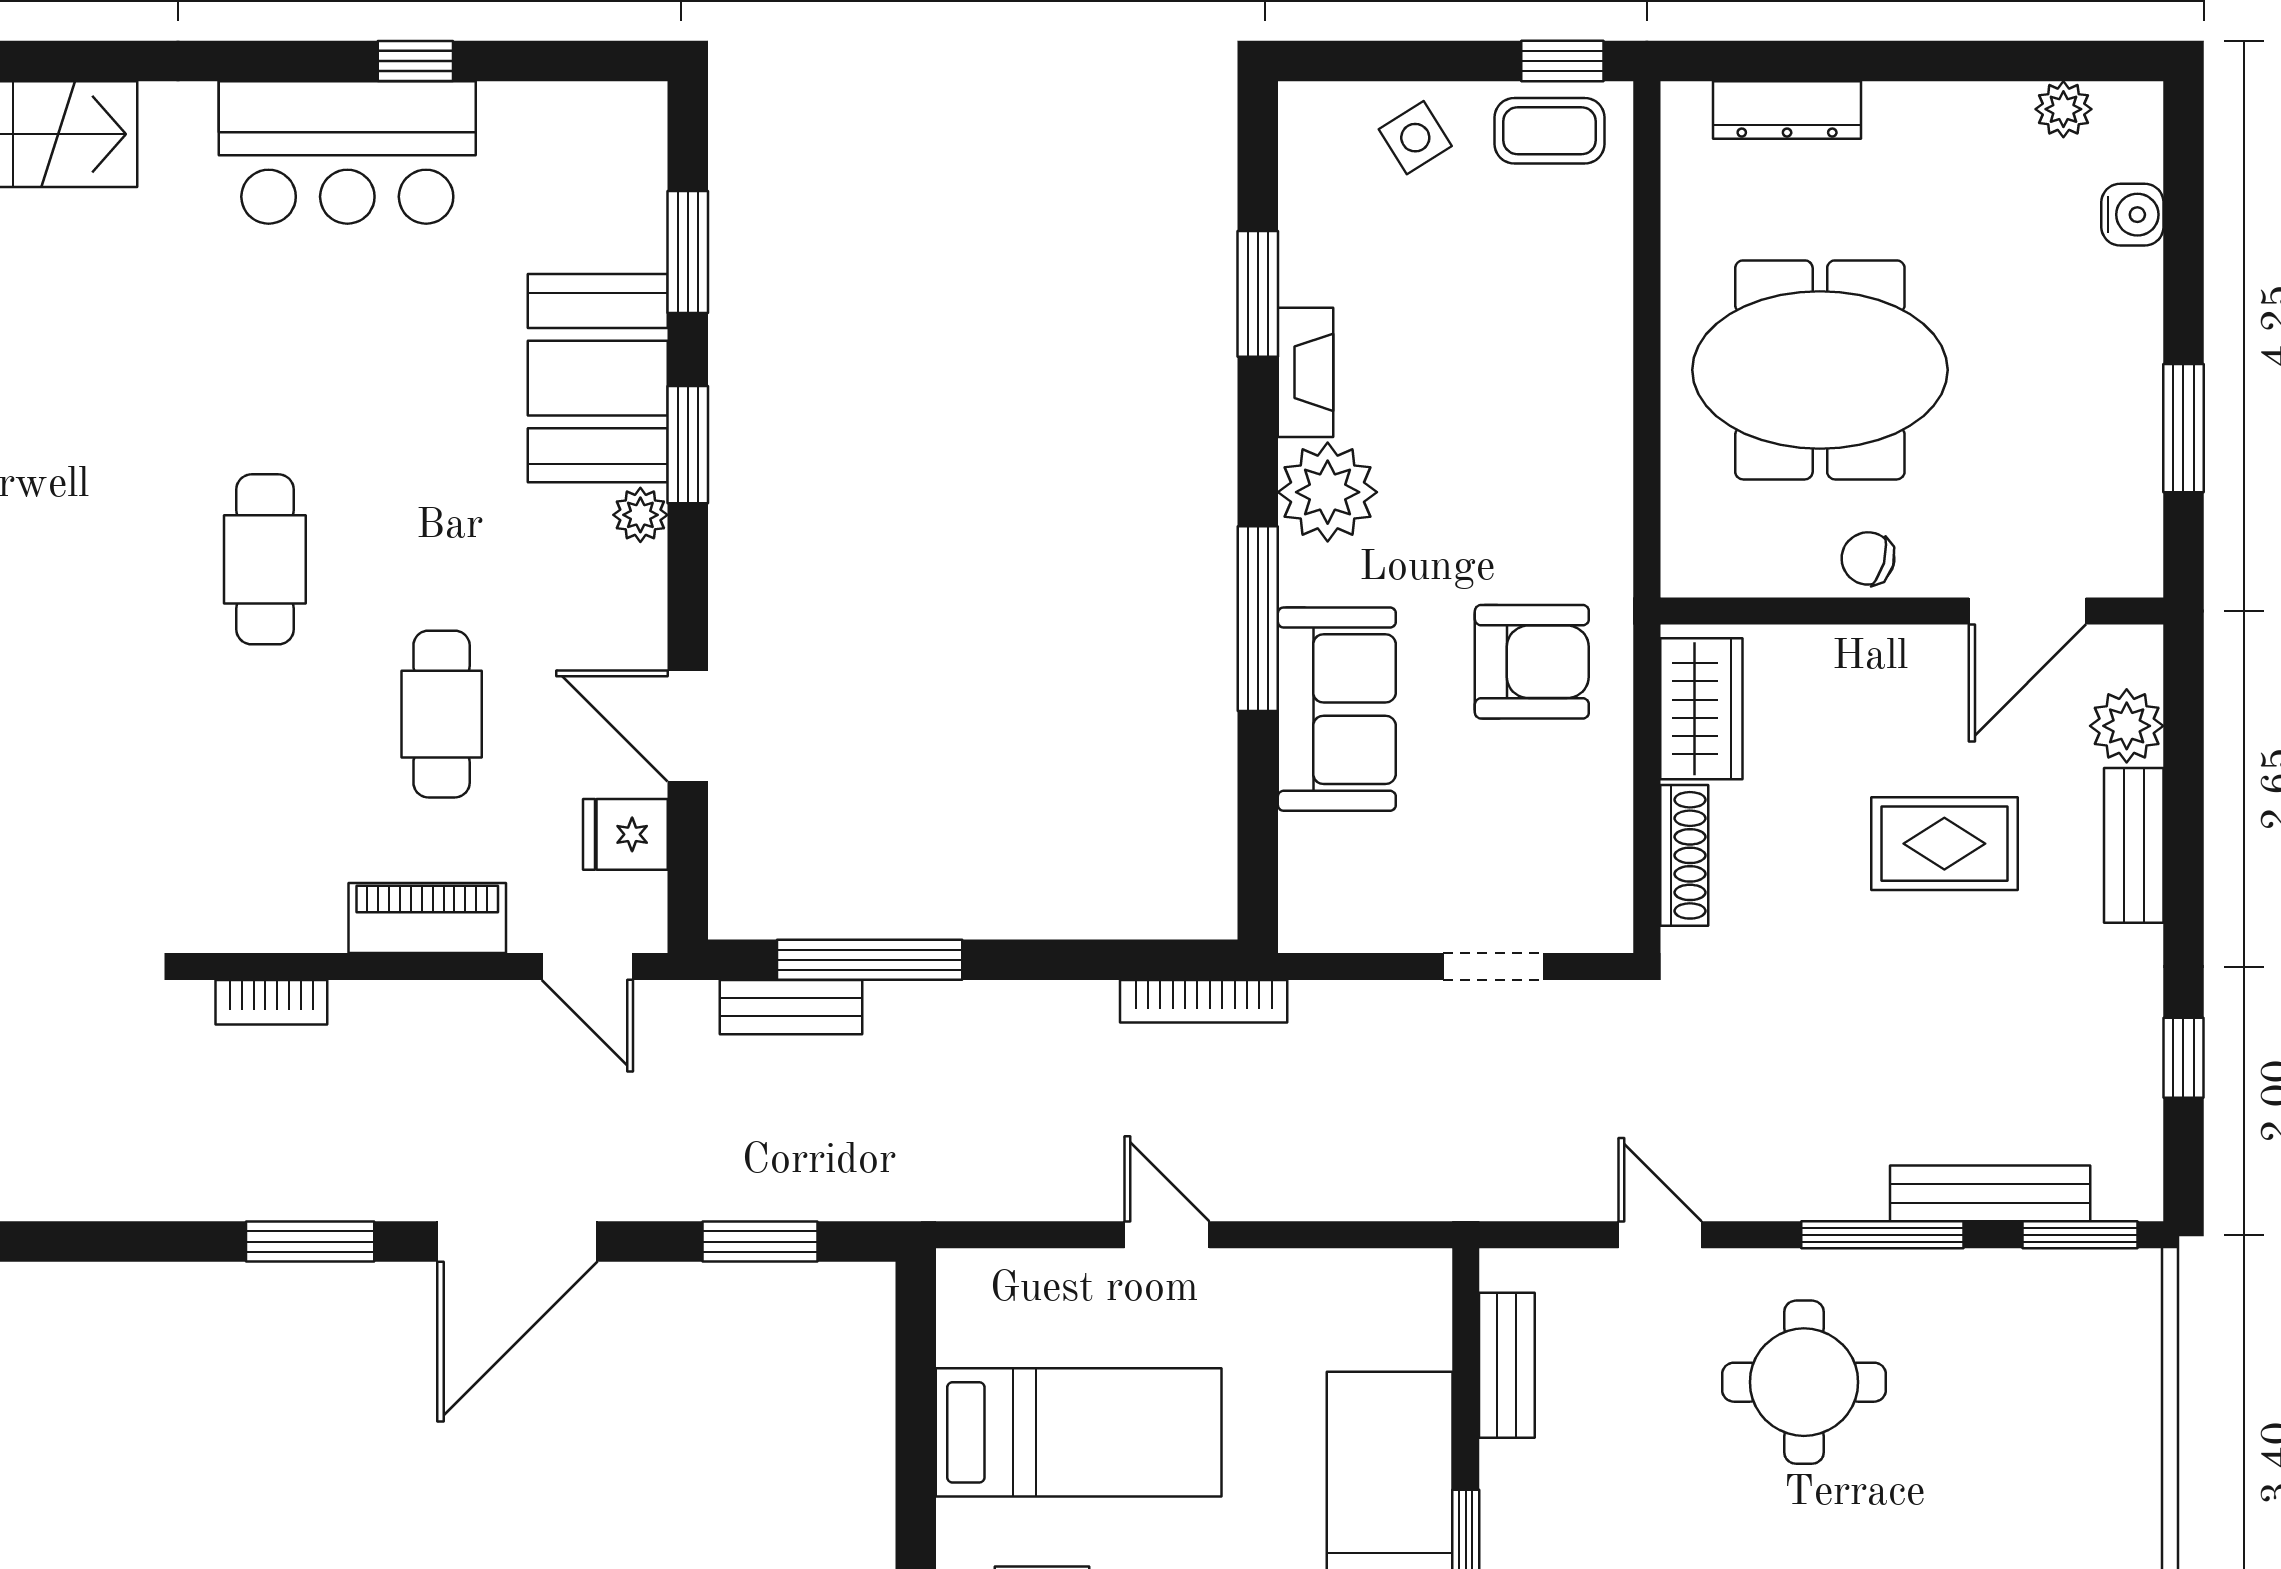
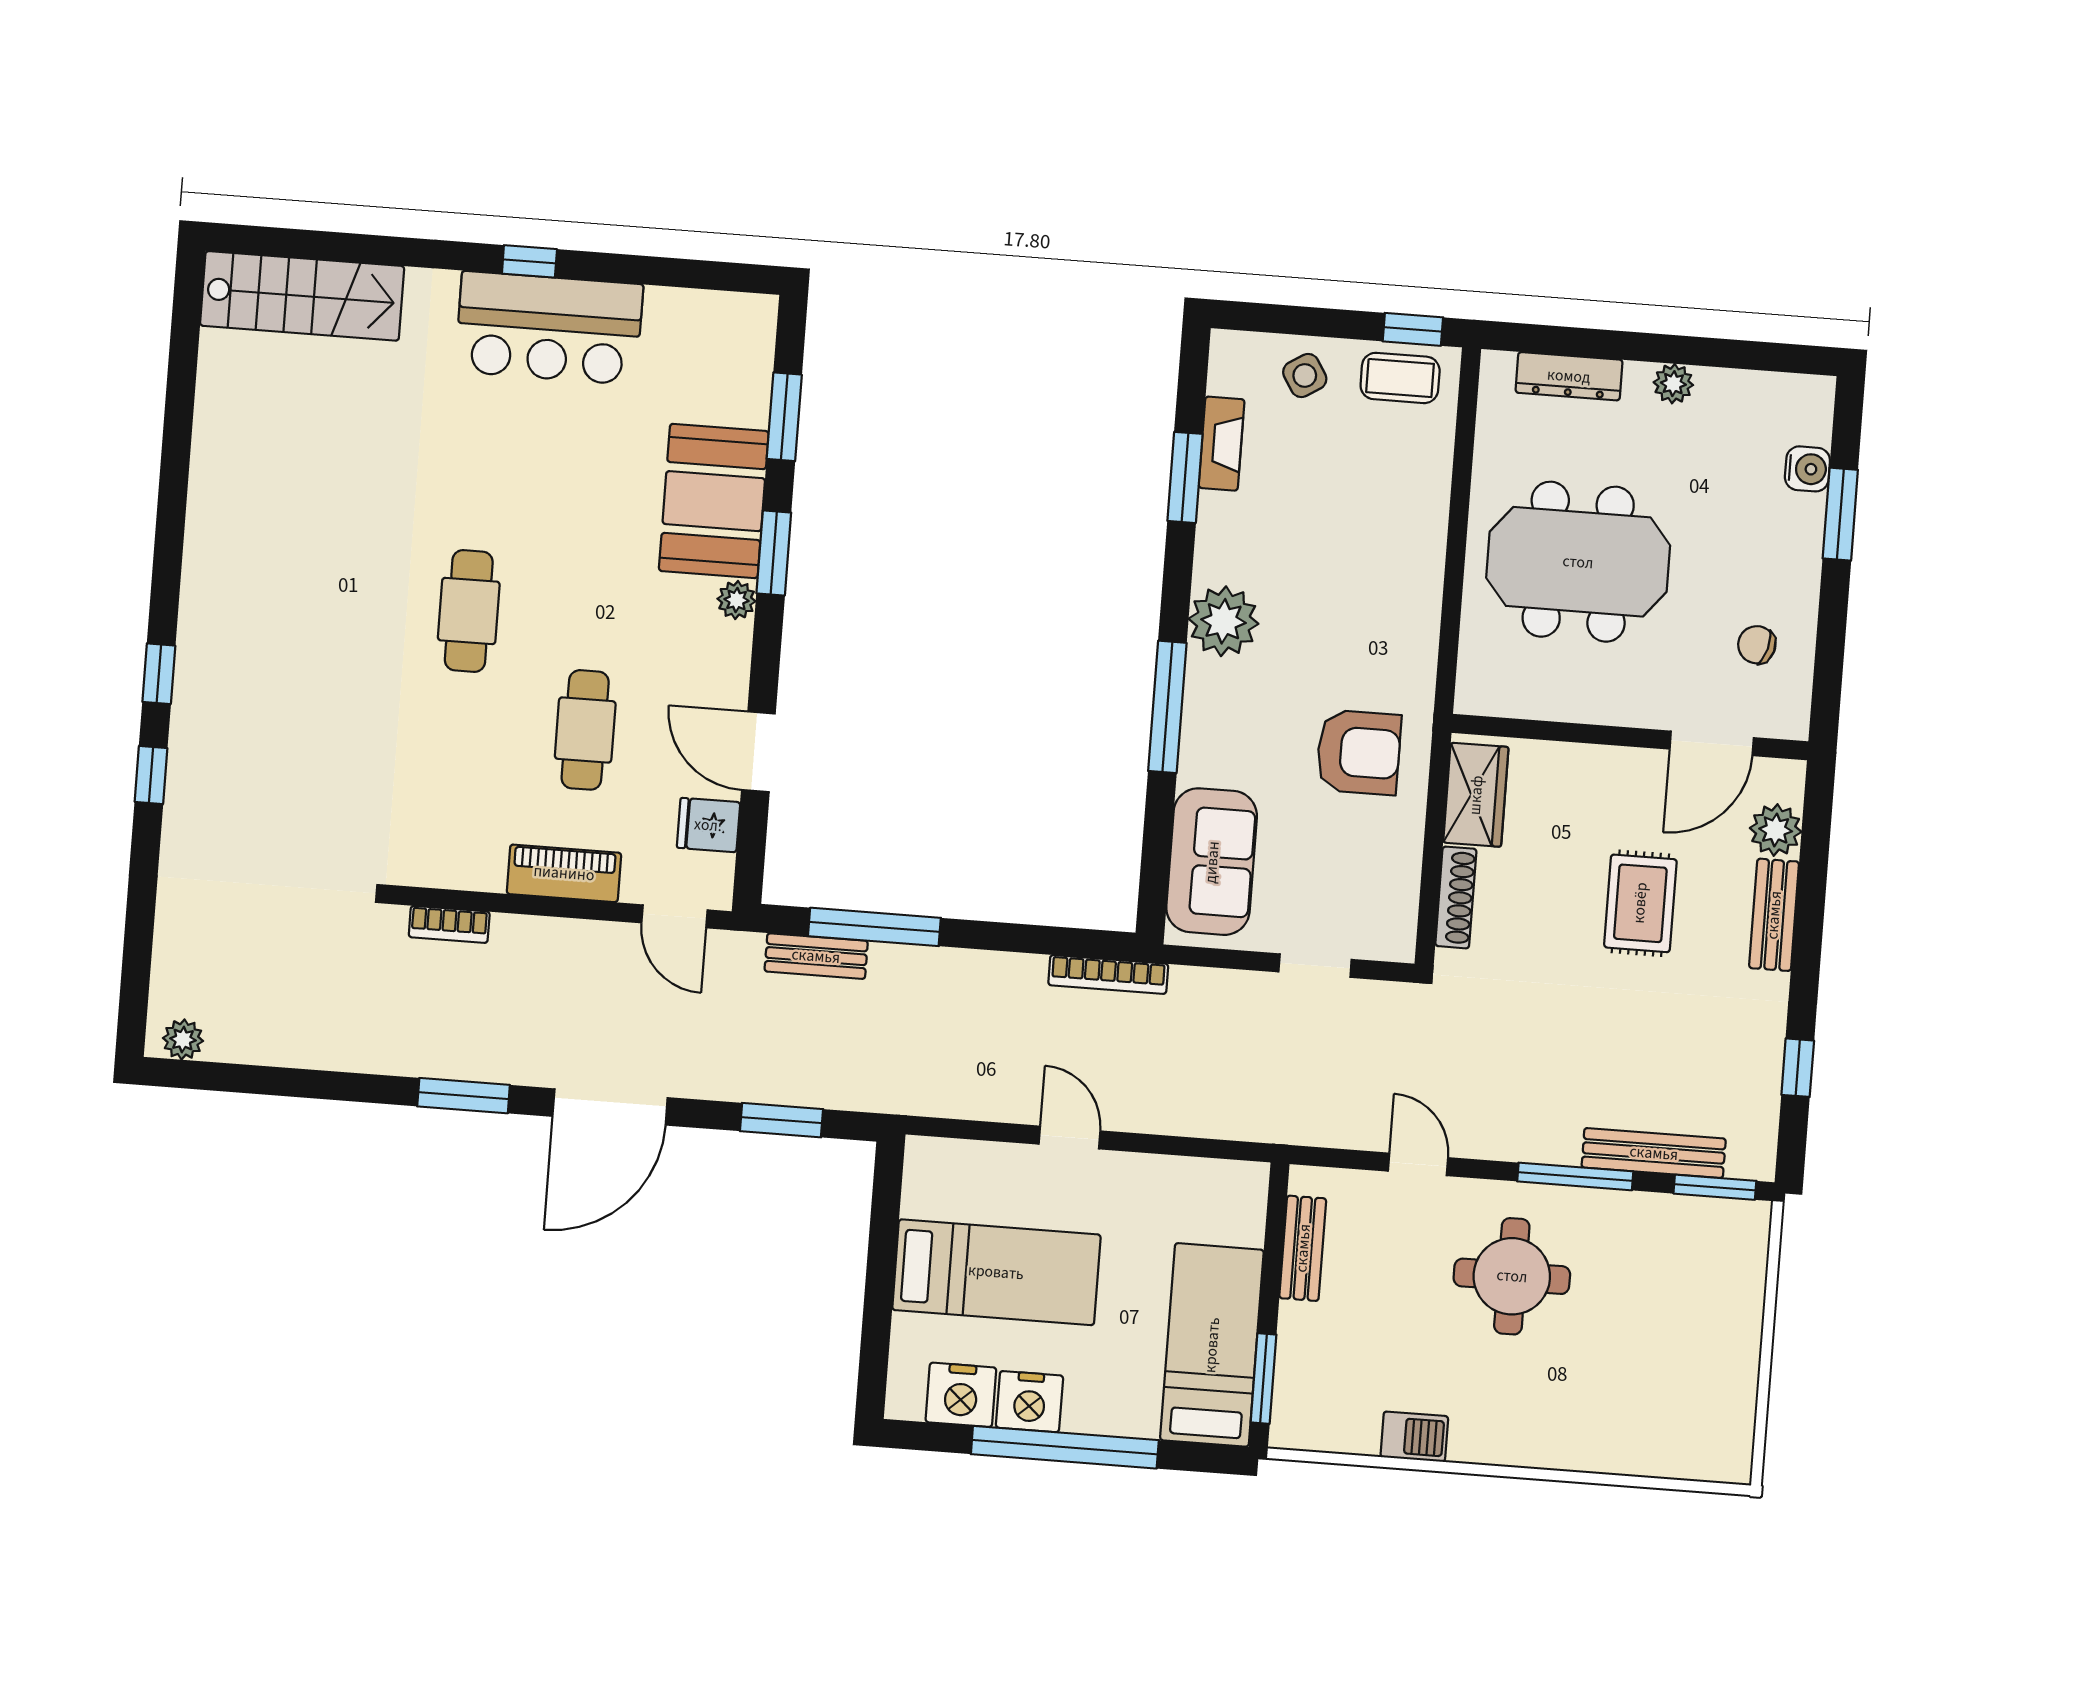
window: (415, 61) -> (529, 261), moved
plant: (2063, 109) -> (1673, 384), moved
fireplace: (1306, 372) -> (1222, 444), moved
window: (2183, 428) -> (1840, 514), moved
chair: (1868, 558) -> (1757, 645), moved
sofa: (1337, 709) -> (1212, 862), moved
rug: (1944, 844) -> (1640, 903), turned 90

